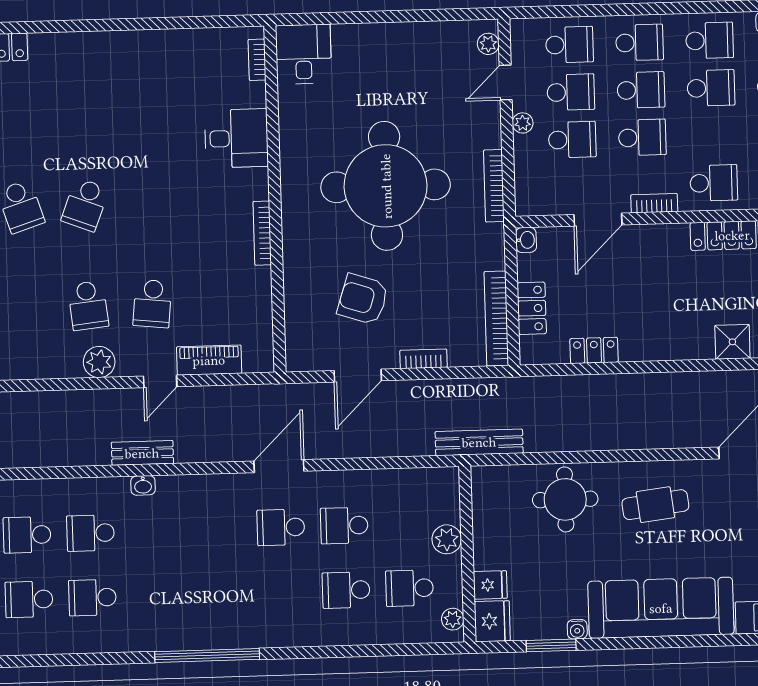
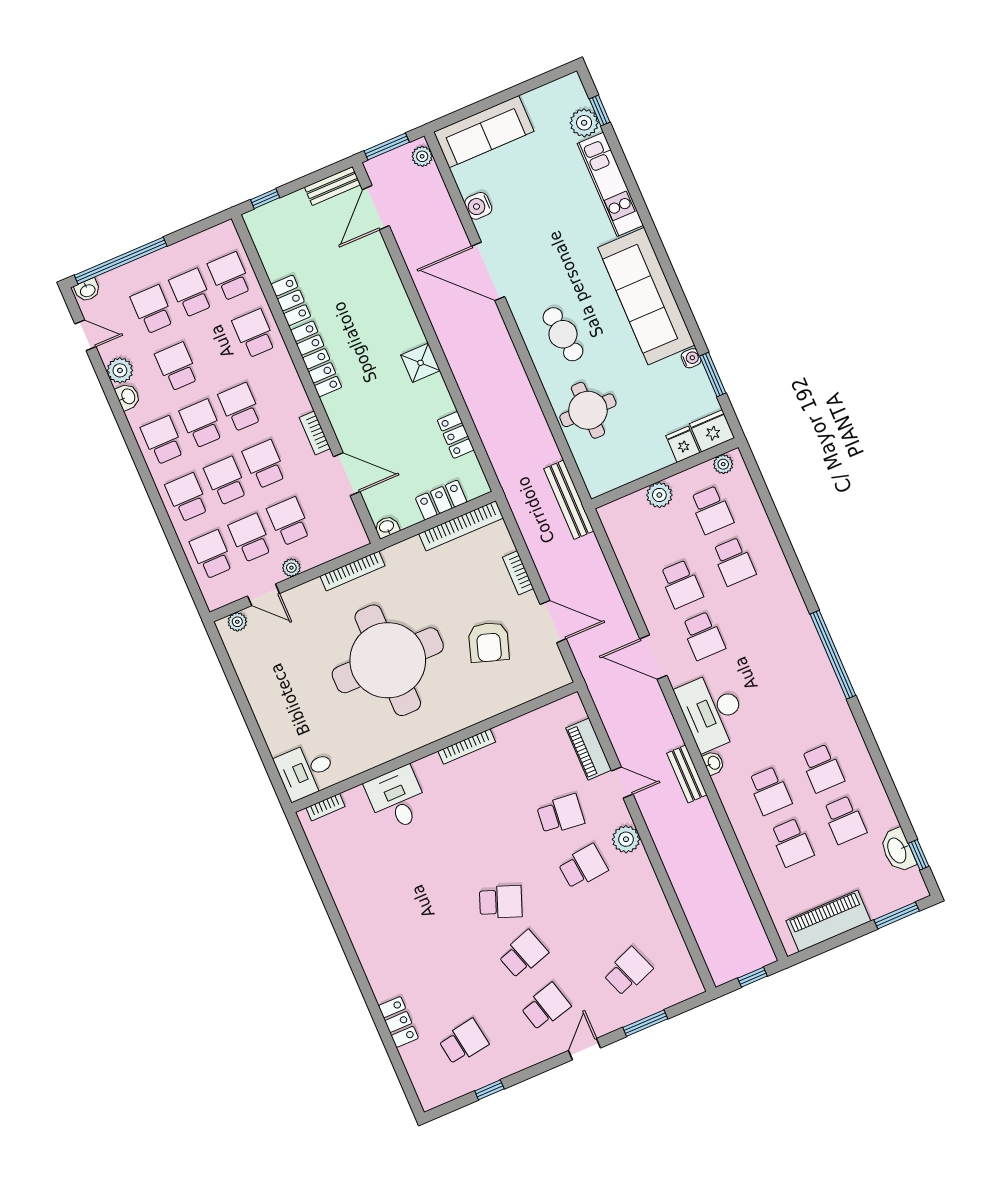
school desk: (714, 183) -> (240, 407), moved
shower: (732, 342) -> (421, 363), moved
desk: (198, 505) -> (712, 711), added

